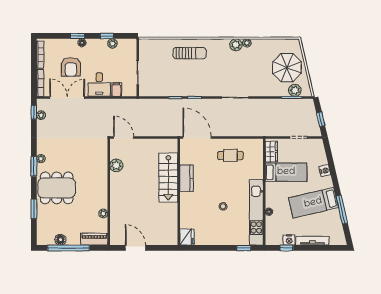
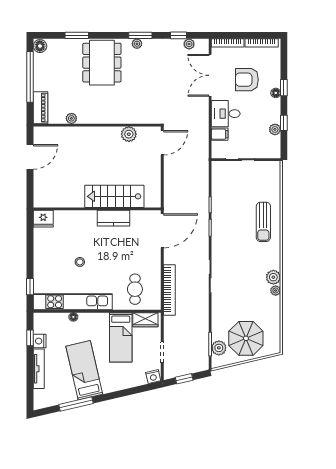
double door: (67, 98) -> (210, 75), swing flipped
window: (34, 112) -> (178, 35), moved
bookcase: (246, 132) -> (169, 290), added
cafe table: (230, 156) -> (135, 289), moved
window: (34, 166) -> (140, 35), moved
nightstand: (325, 171) -> (153, 377), moved
floor lamp: (60, 240) -> (40, 46), moved

